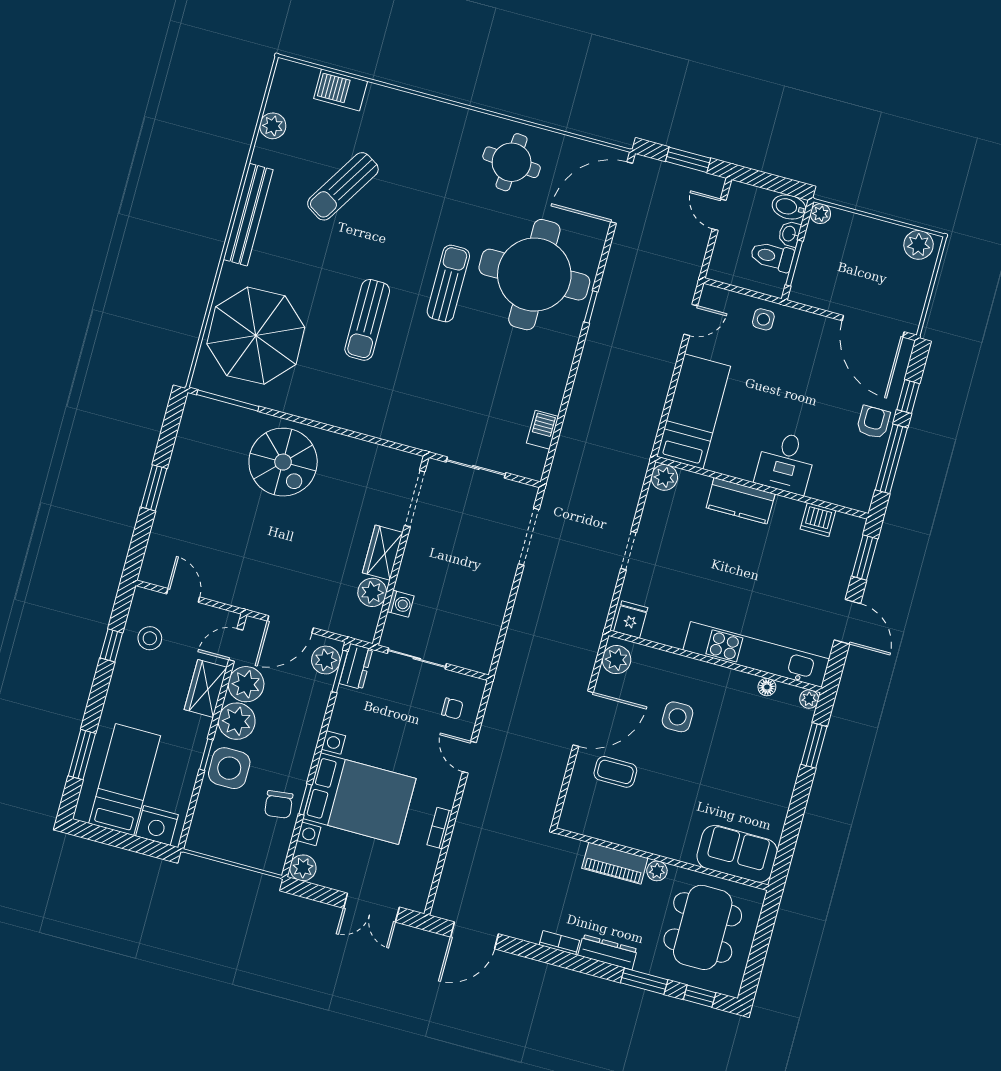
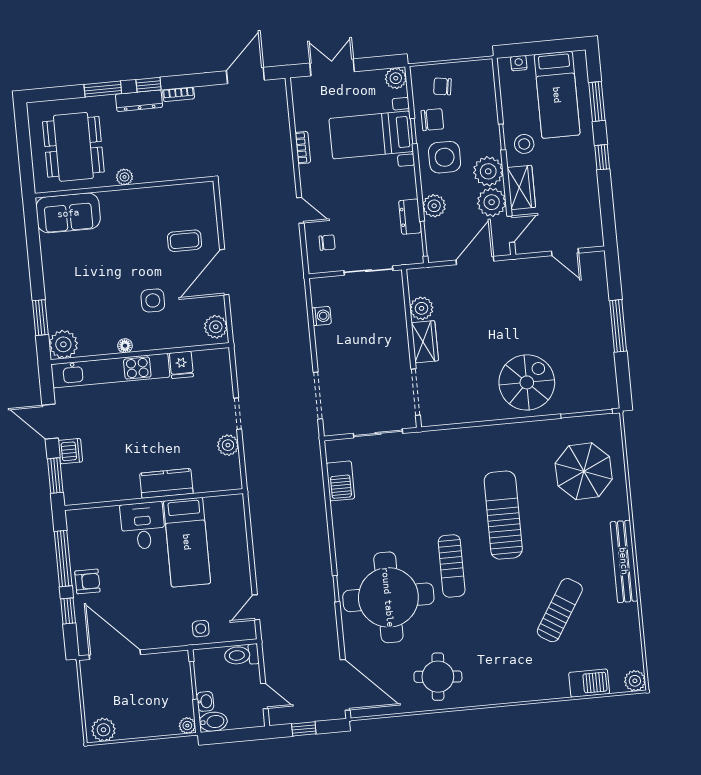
plant: (273, 126) -> (635, 681), moved
window: (688, 160) -> (304, 729), width x0.67
door: (622, 193) -> (345, 685), hinge flipped
toilet: (772, 256) -> (242, 655), moved, turned 180
sun lounger: (367, 320) -> (503, 515), width x1.36, depth x1.34
parasol: (256, 336) -> (584, 471), width x0.73, depth x0.73
bed: (694, 411) -> (187, 542), moved
armchair: (873, 422) -> (87, 581), turned -90
barbecue: (543, 430) -> (340, 481), width x1.38, depth x1.27
spiral stairs: (283, 462) -> (527, 382), turned 90
plant: (664, 477) -> (228, 445), moved
window: (154, 488) -> (618, 326), width x1.44
dishwasher: (818, 520) -> (70, 451), moved, turned 90
washing machine: (401, 604) -> (321, 316), moved, turned 180
fridge: (631, 619) -> (181, 365), moved
stool: (150, 638) -> (524, 144), moved
window: (111, 645) -> (602, 157), moved
plant: (326, 660) -> (434, 206), moved
dresser: (356, 666) -> (410, 217), moved
floor lamp: (767, 687) -> (125, 346), moved
plant: (809, 699) -> (63, 344), width x1.88, depth x1.88
chair: (452, 708) -> (327, 243), turned 180
side table: (229, 768) -> (445, 157), moved
bed with nightstands: (359, 799) -> (371, 135), width x0.73
chair: (279, 804) -> (432, 120), turned 97
nightstand: (157, 825) -> (519, 63), width x0.53, depth x0.56
chair: (253, 838) -> (442, 86), added
piano: (615, 863) -> (159, 171), removed
window: (700, 996) -> (149, 85), moved

